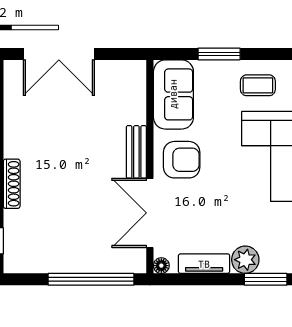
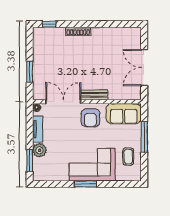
double door: (59, 54) -> (144, 68), moved
window: (219, 54) -> (144, 137), width x1.44
window: (91, 279) -> (30, 72), width x0.47

